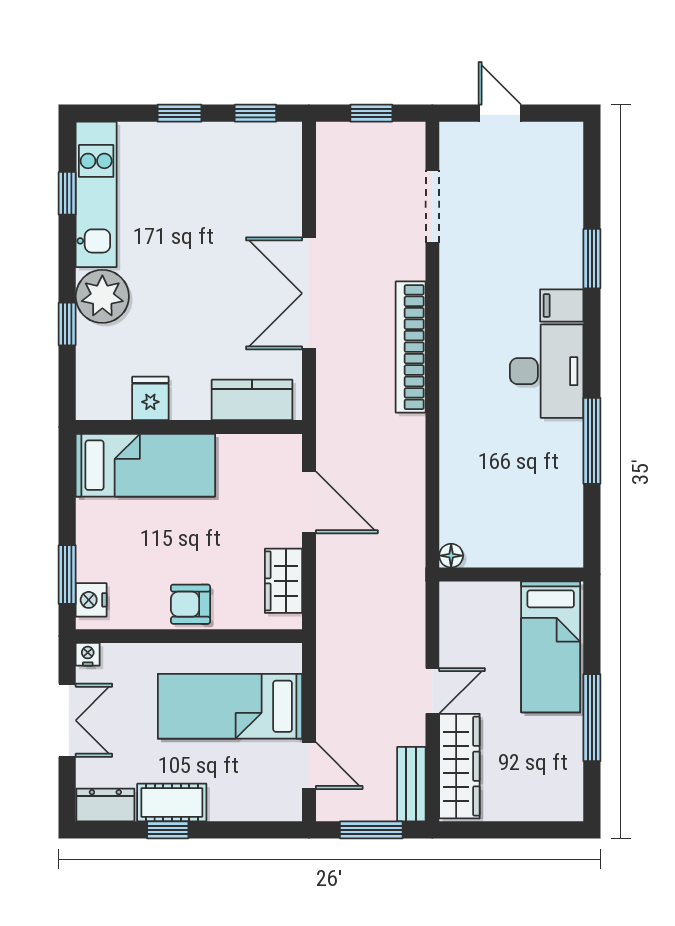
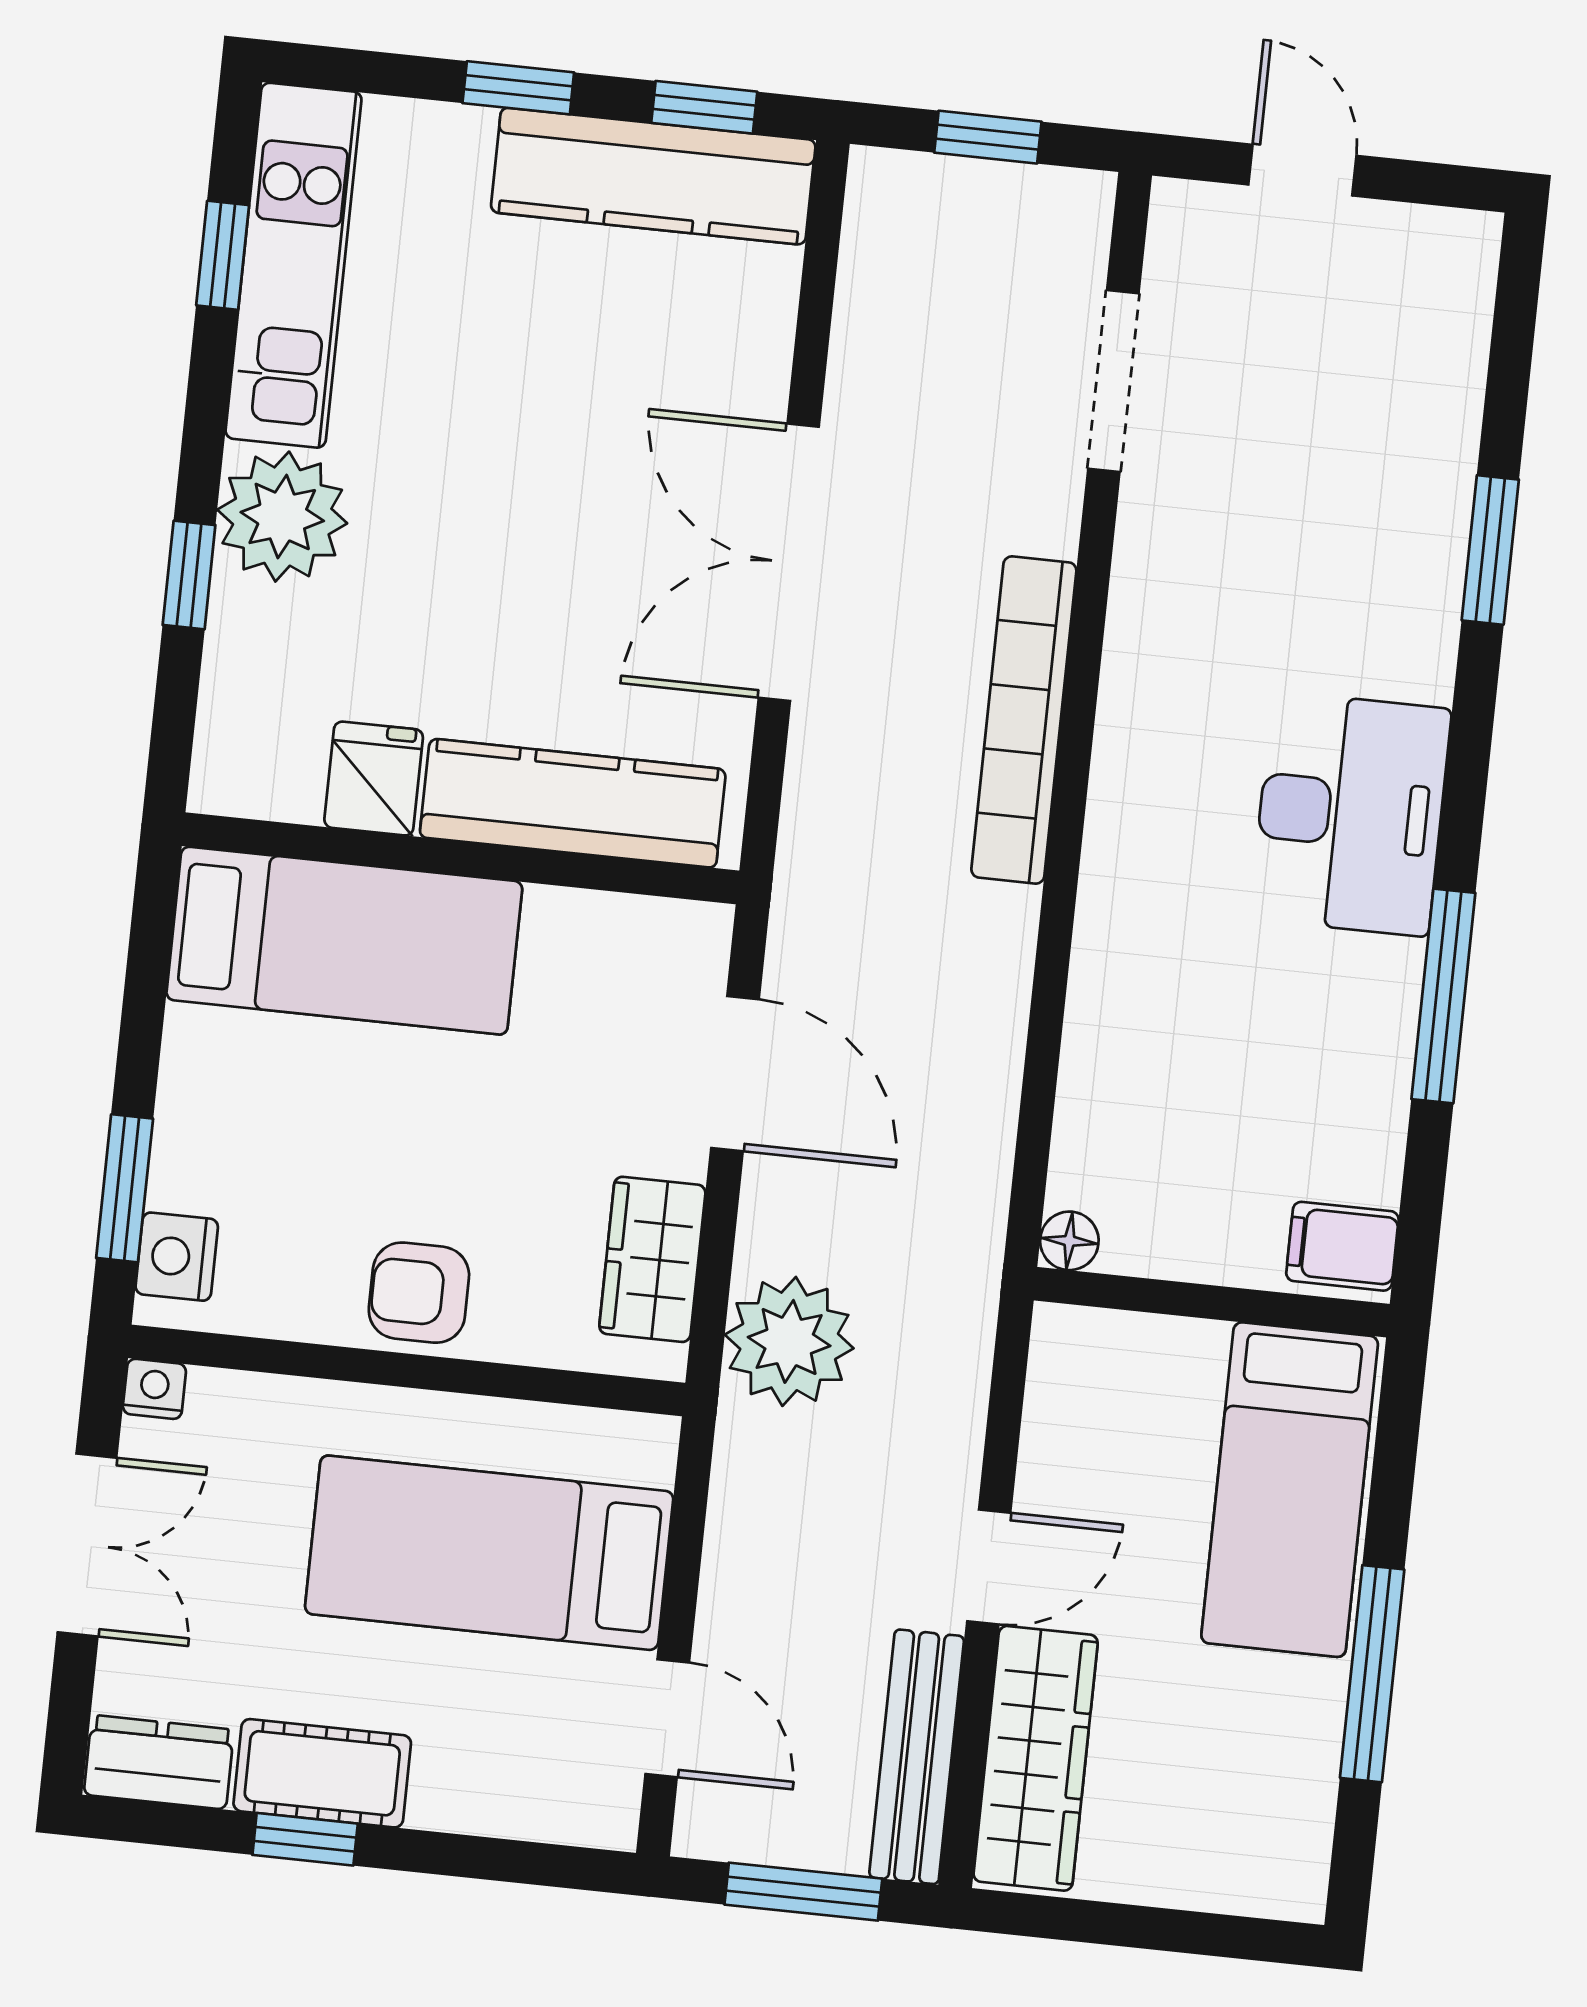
kitchen counter: (238, 143) -> (653, 176), added
filing cabinet: (562, 306) -> (1342, 1246), moved
kitchen counter: (252, 400) -> (573, 803), width x1.50
plant: (342, 608) -> (789, 1341), added
bench: (411, 784) -> (917, 1757), width x1.36

